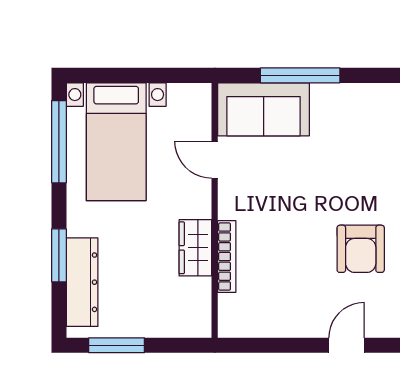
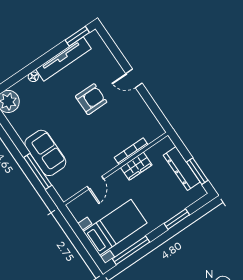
sofa: (264, 109) -> (45, 153), moved
dresser: (82, 282) -> (182, 169), moved, turned -90

